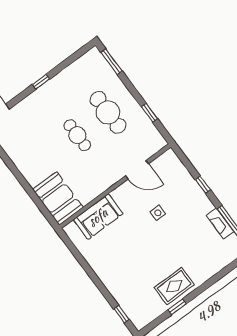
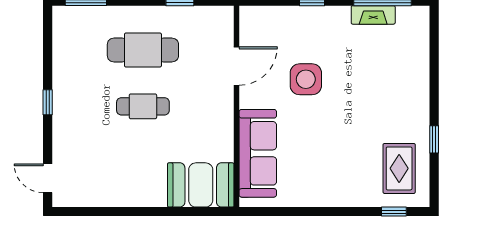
side table: (158, 213) -> (306, 79), width x1.87, depth x1.87
sofa: (98, 217) -> (258, 153), width x1.36
rug: (174, 286) -> (399, 168), moved

